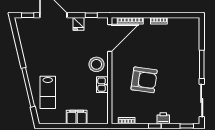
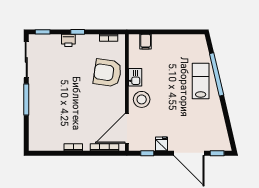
armchair: (144, 80) -> (107, 73), moved
lab bench: (48, 92) -> (201, 81), moved
filing cabinet: (77, 117) -> (146, 42), moved, width x0.50

